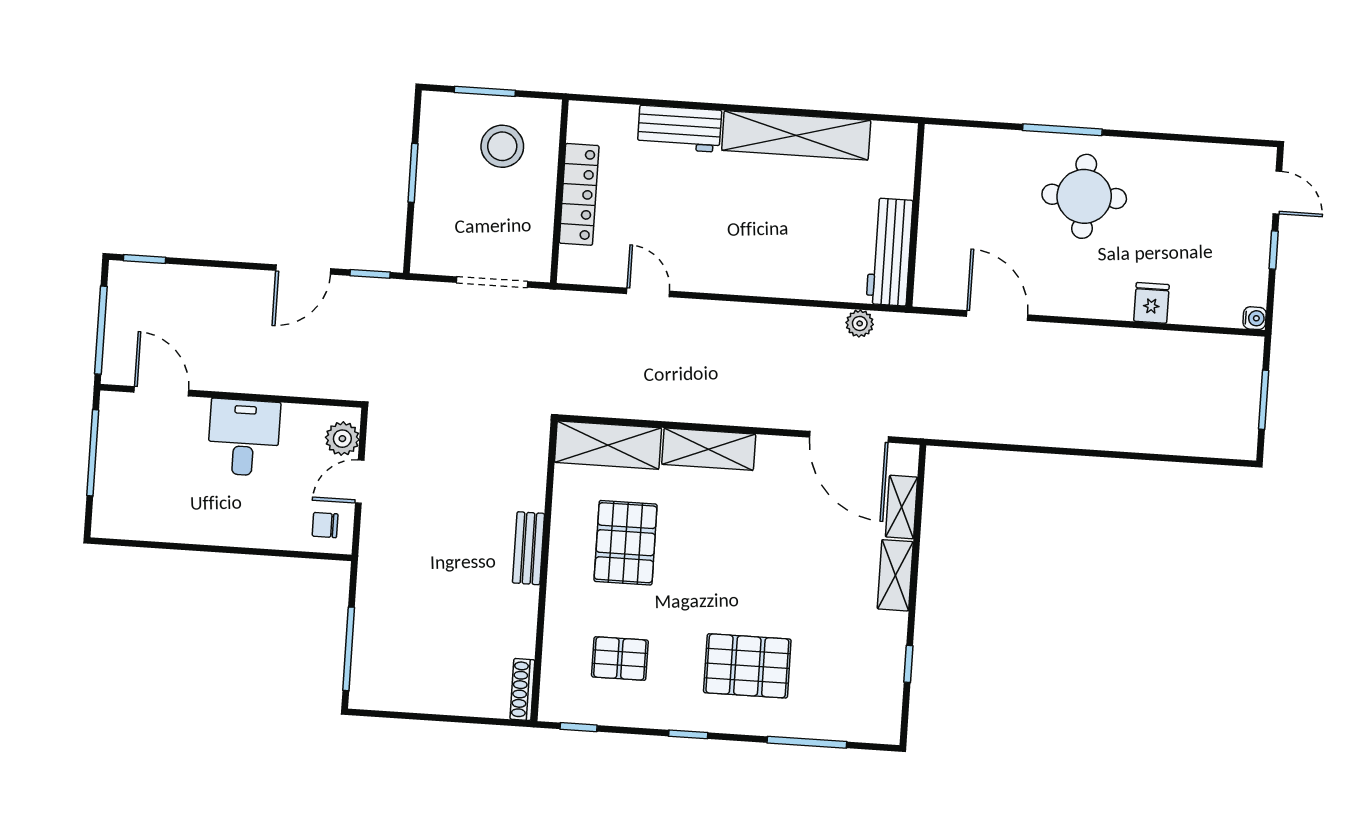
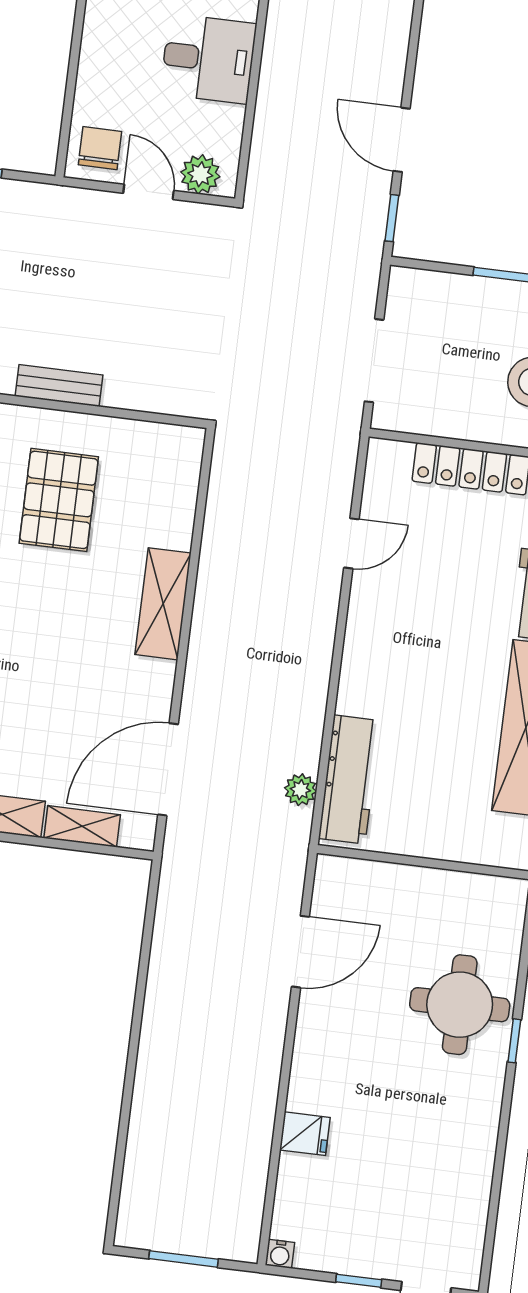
window: (1062, 130) -> (514, 1041), width x0.46
round table: (1084, 196) -> (460, 1005), moved
workbench: (889, 252) -> (349, 780), moved, turned 90
shelving: (608, 445) -> (175, 486), removed
chair: (325, 525) -> (100, 148), width x1.37, depth x1.37
pallet: (626, 543) -> (59, 500), turned 90

